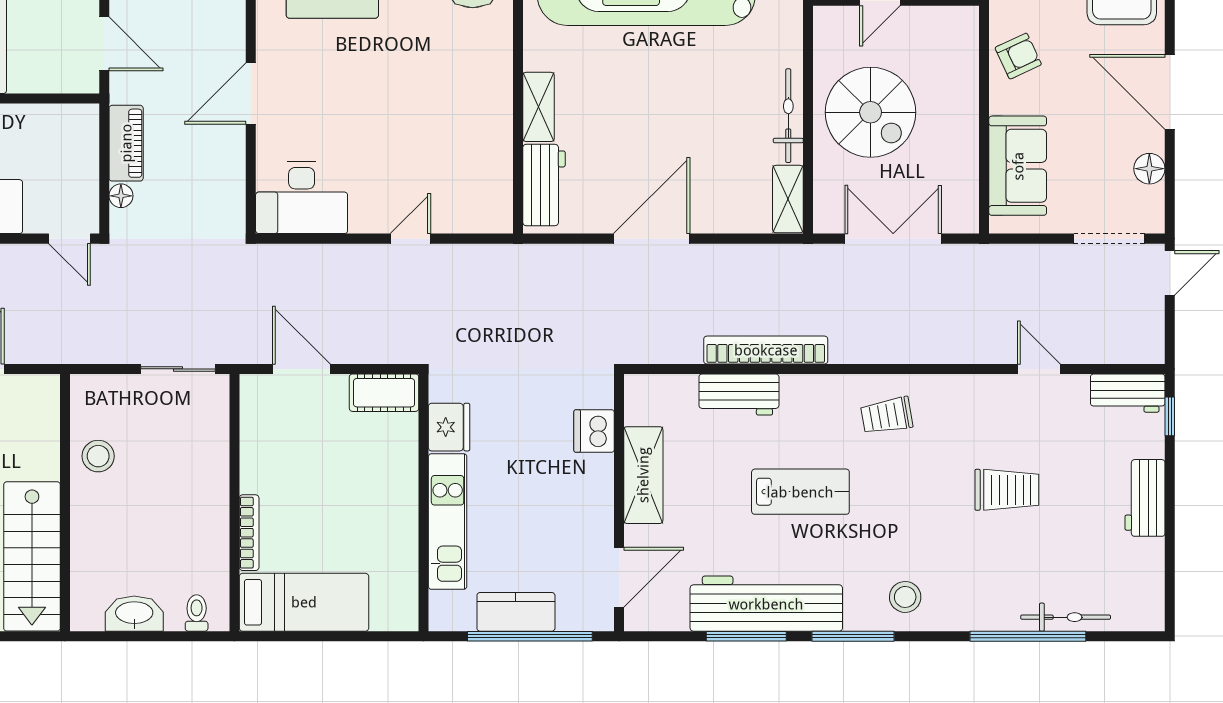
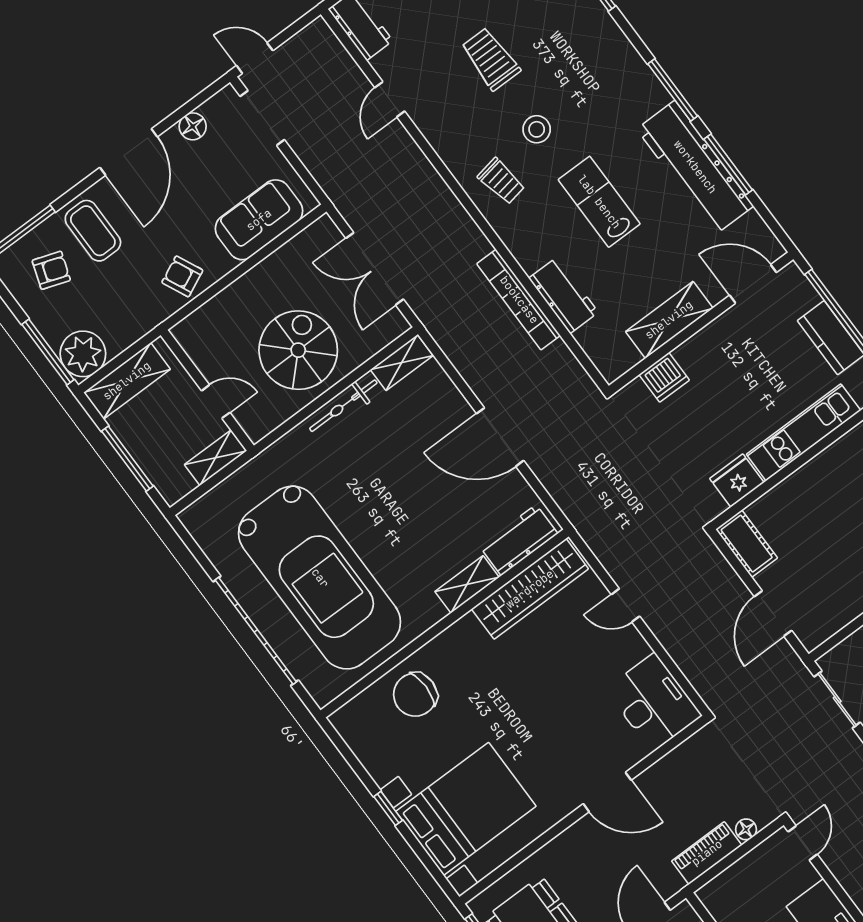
wardrobe: (491, 162) -> (530, 589), added
stool: (905, 597) -> (537, 129), moved

